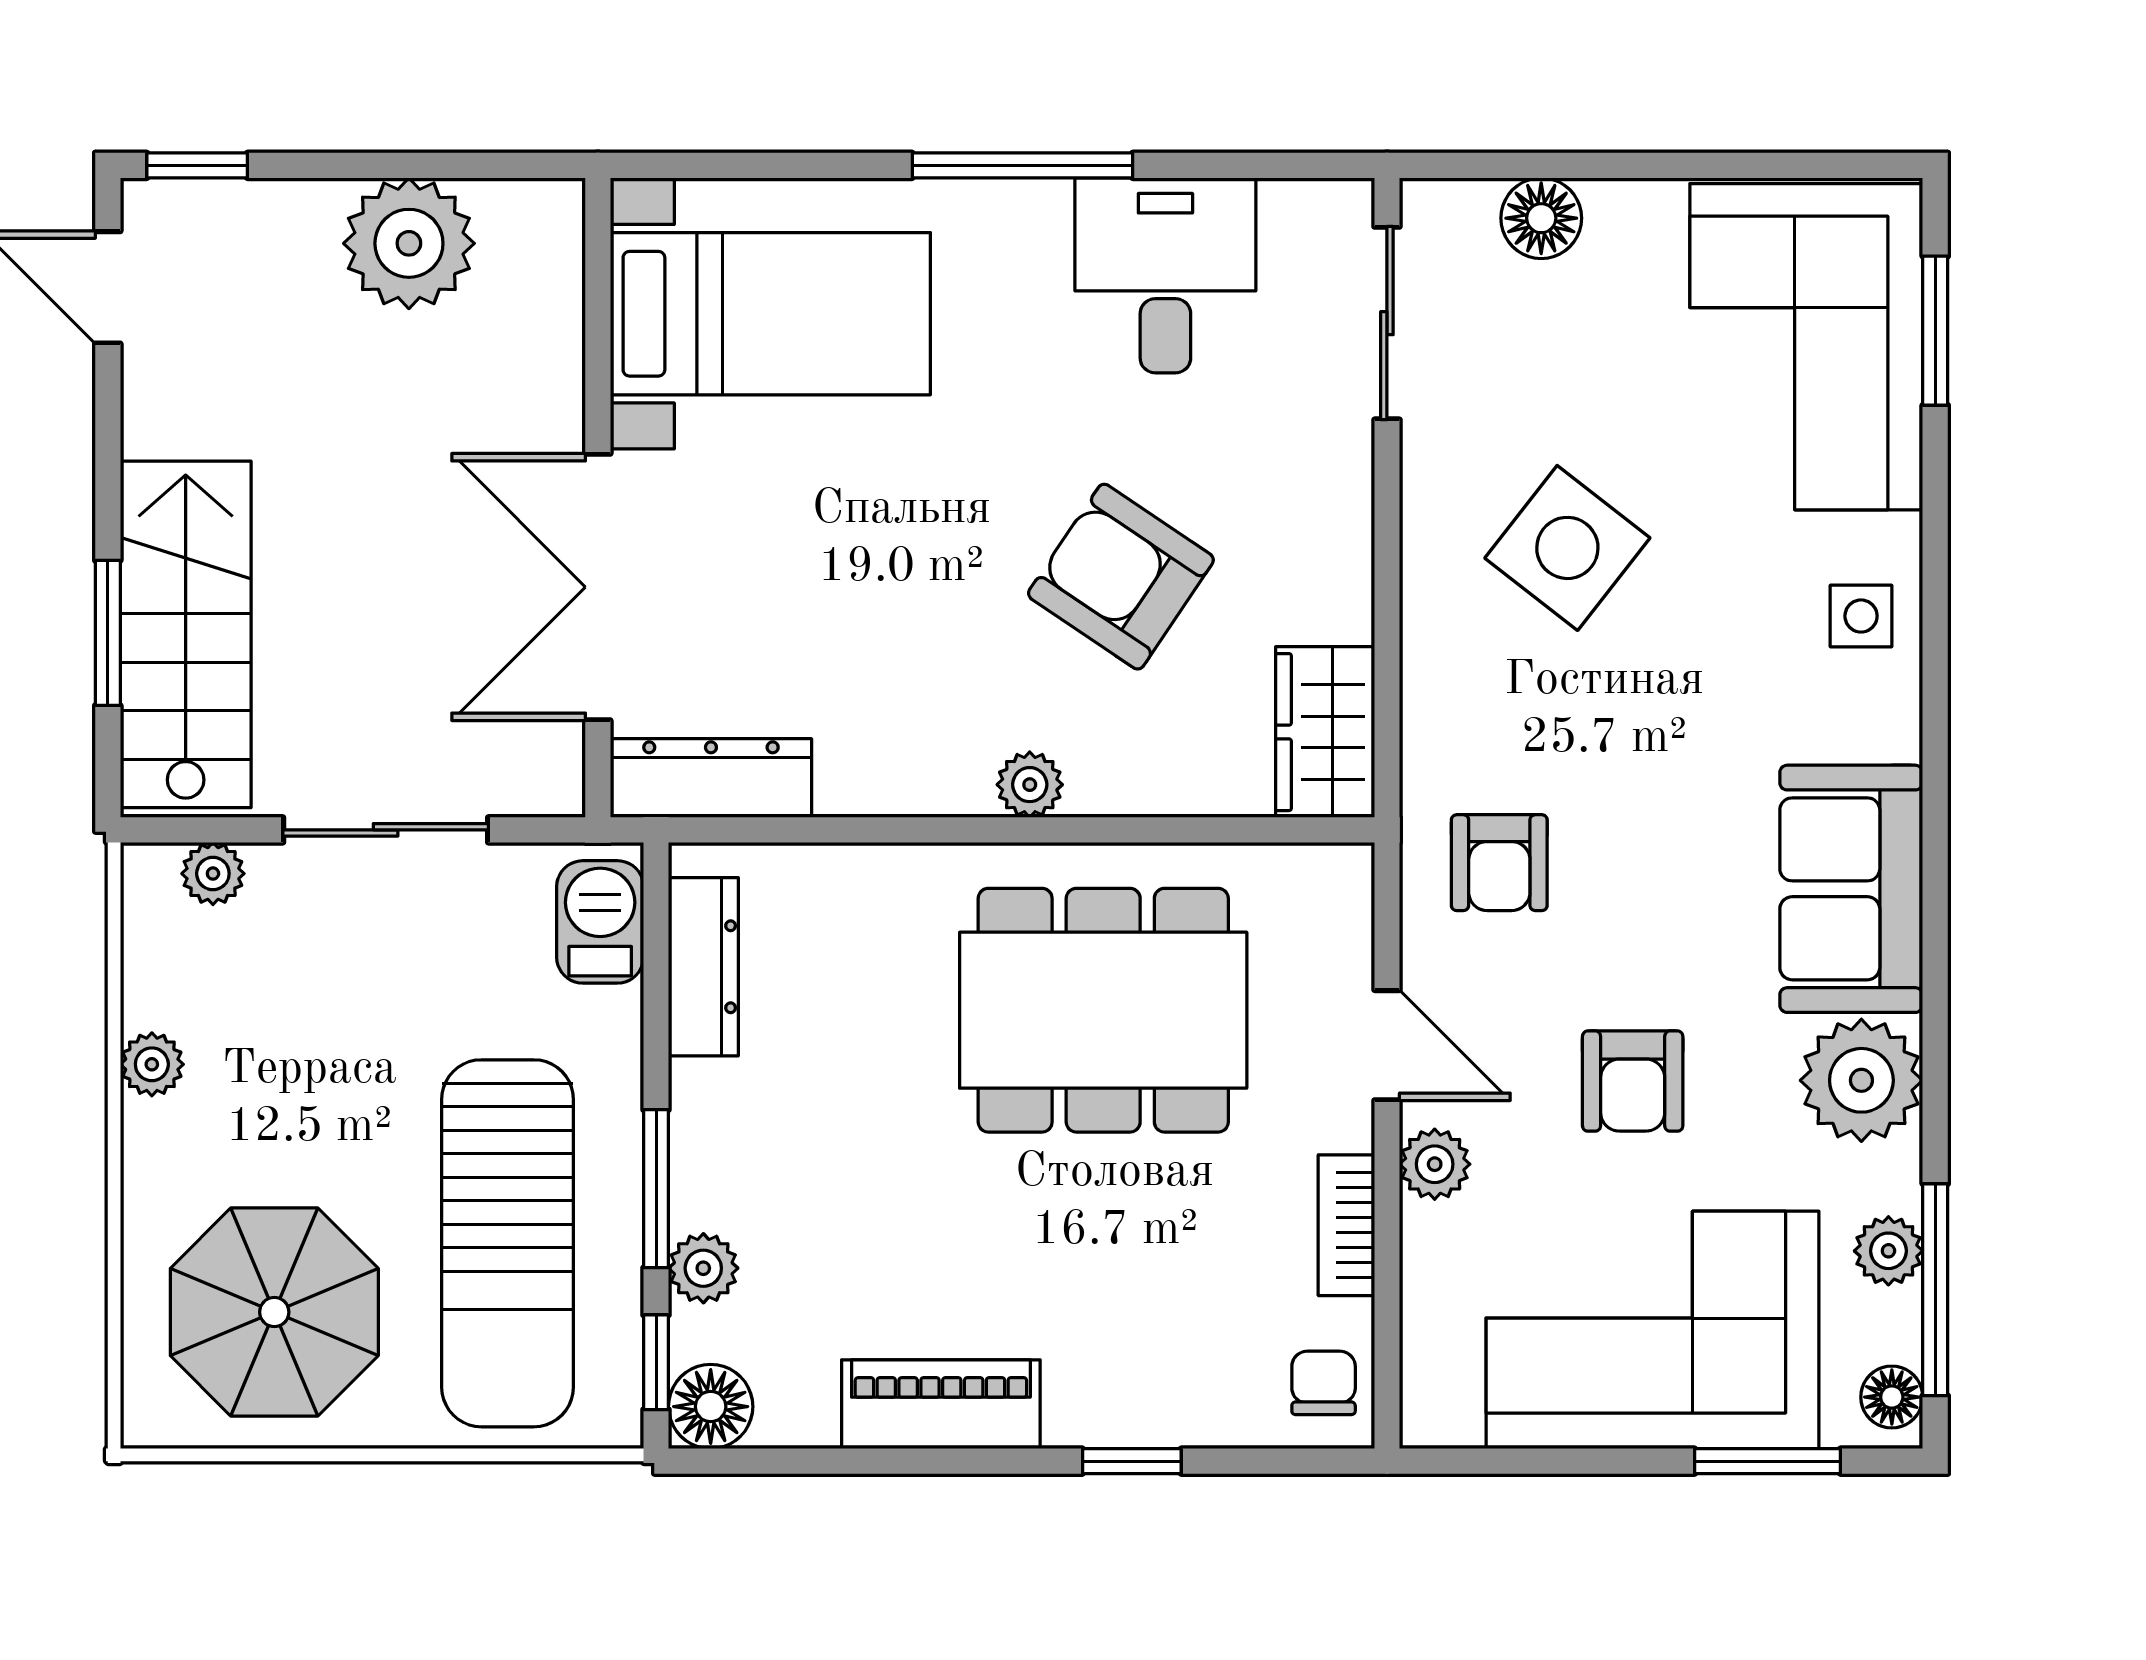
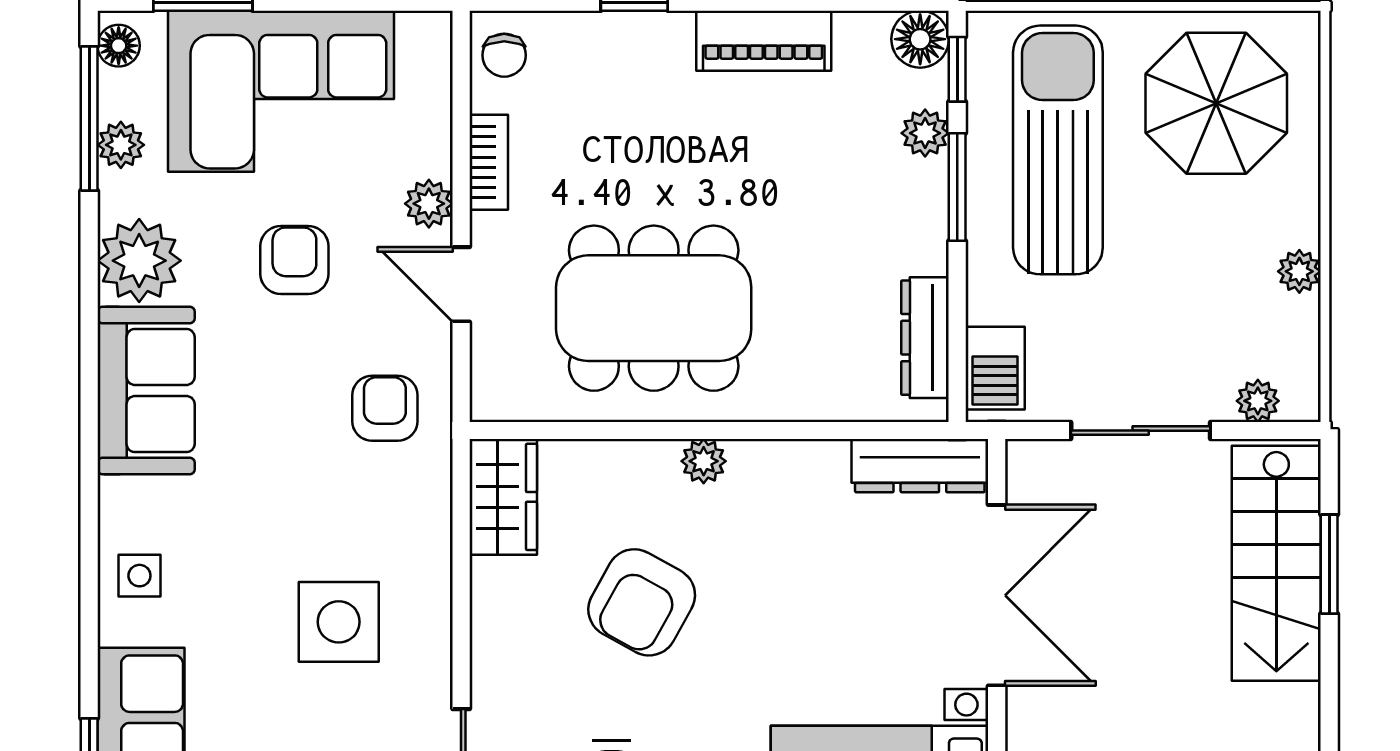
side table: (1567, 548) -> (339, 622), turned -38
armchair: (1121, 577) -> (642, 602), turned 85

